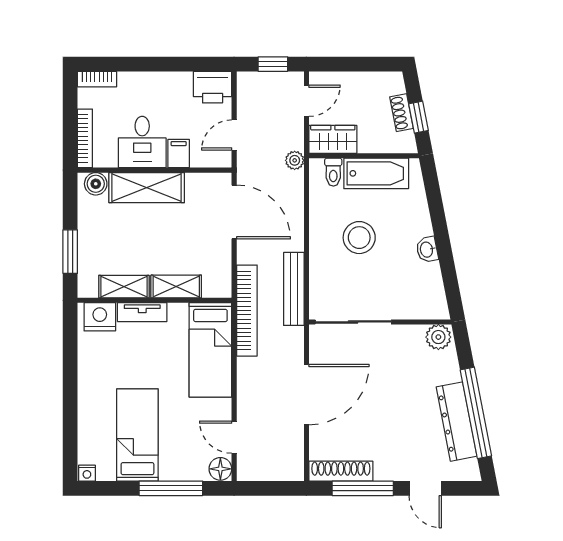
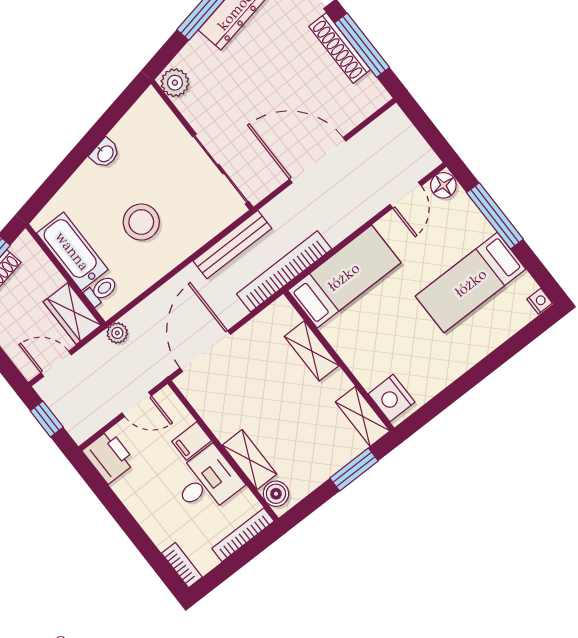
shelving: (147, 188) -> (250, 460), width x0.67, depth x0.75
shelving: (124, 287) -> (363, 416), moved
tv unit: (142, 312) -> (358, 363), removed
shoe rack: (341, 471) -> (340, 48), moved

